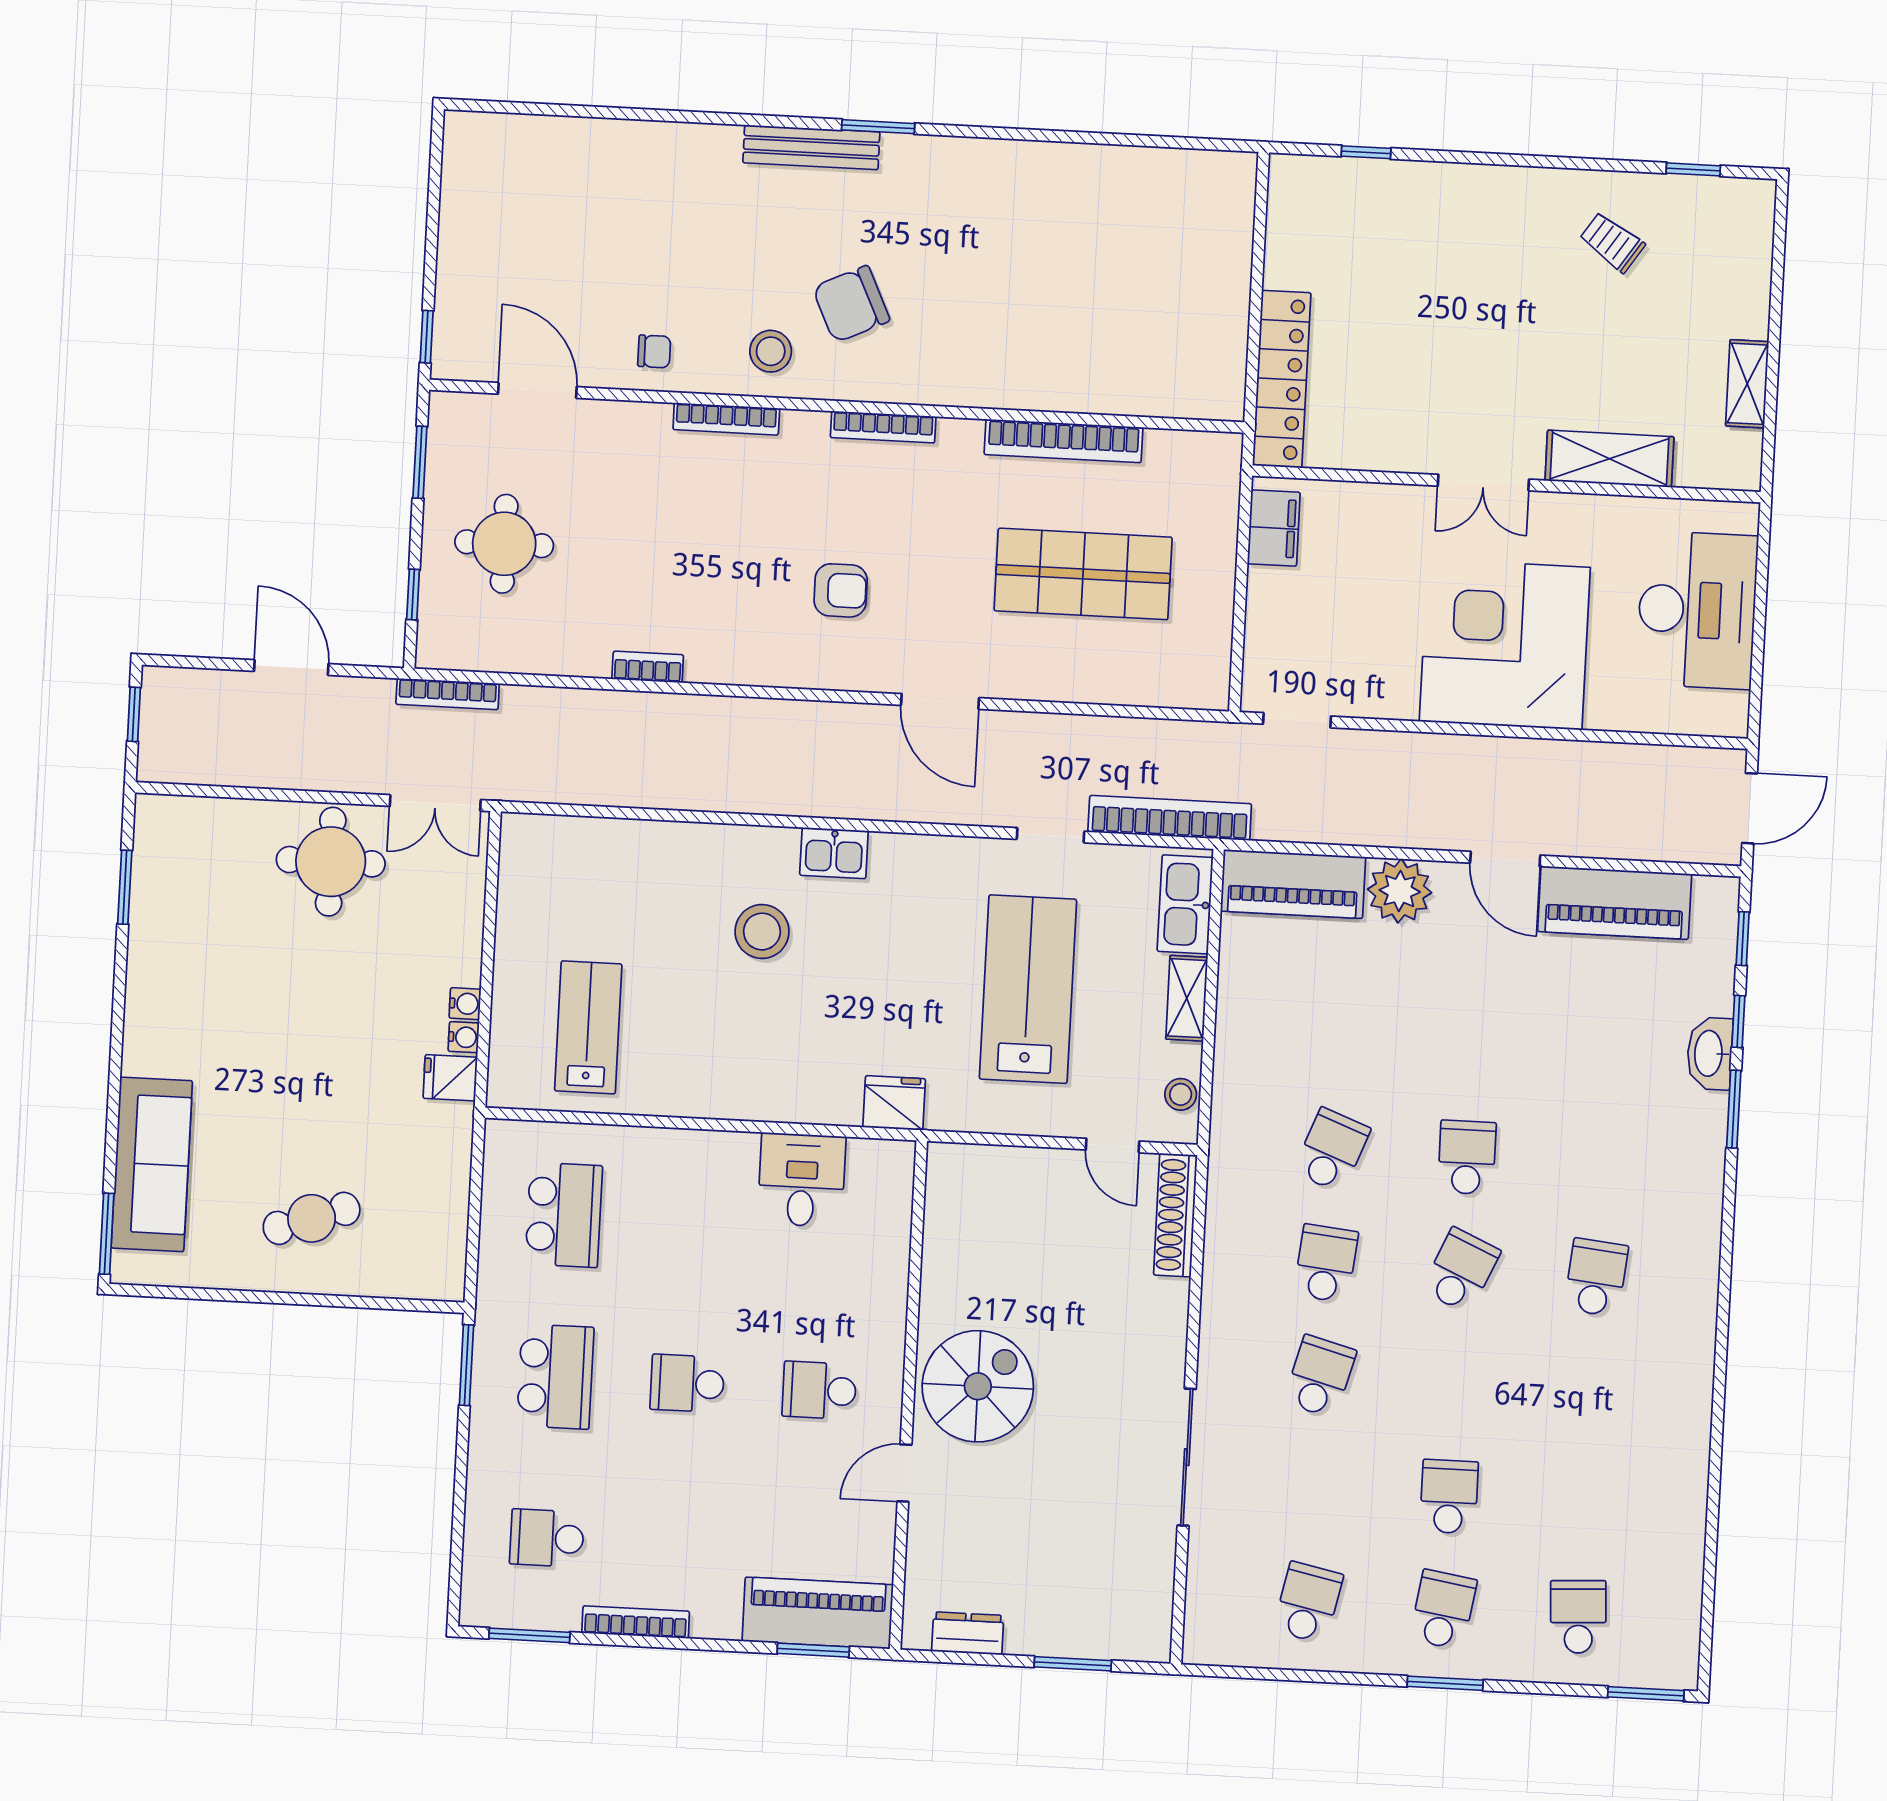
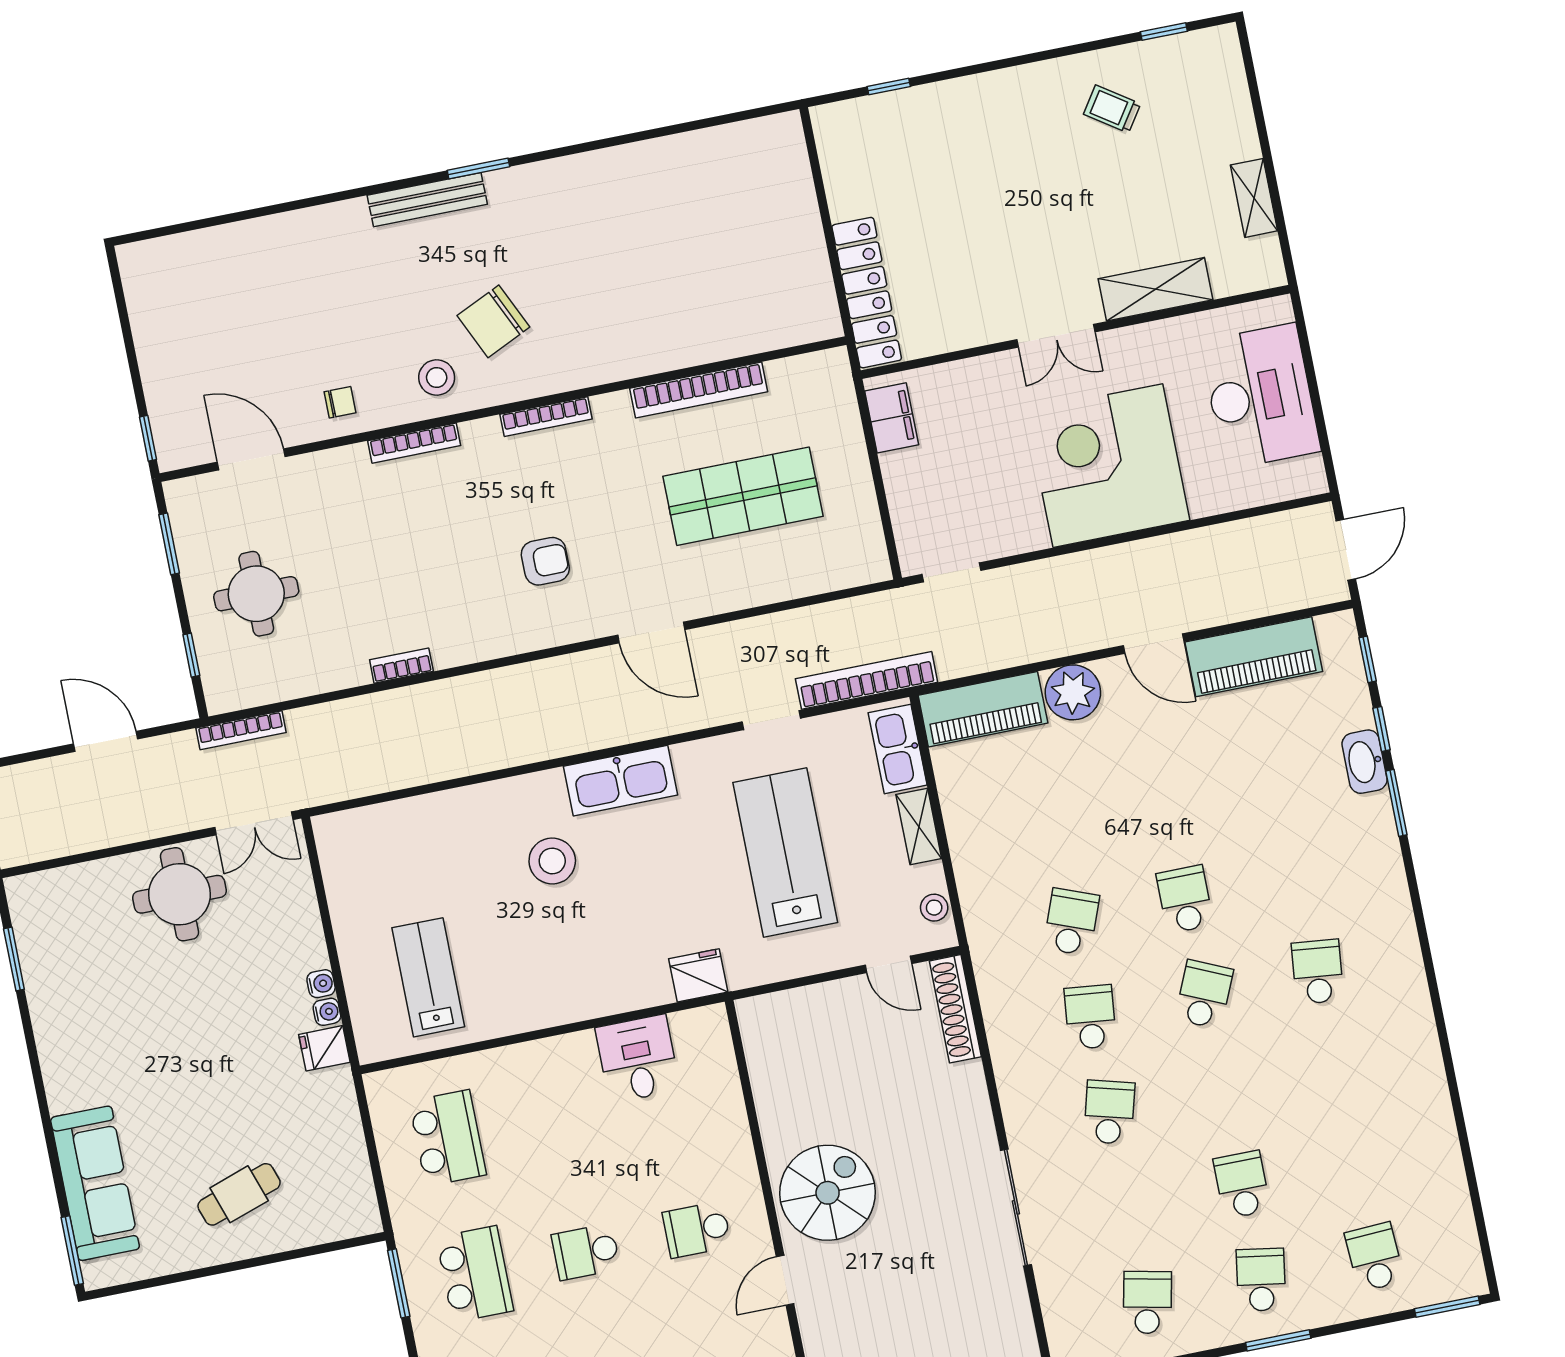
kitchen sink: (834, 853) -> (621, 781), width x1.88, depth x1.24

